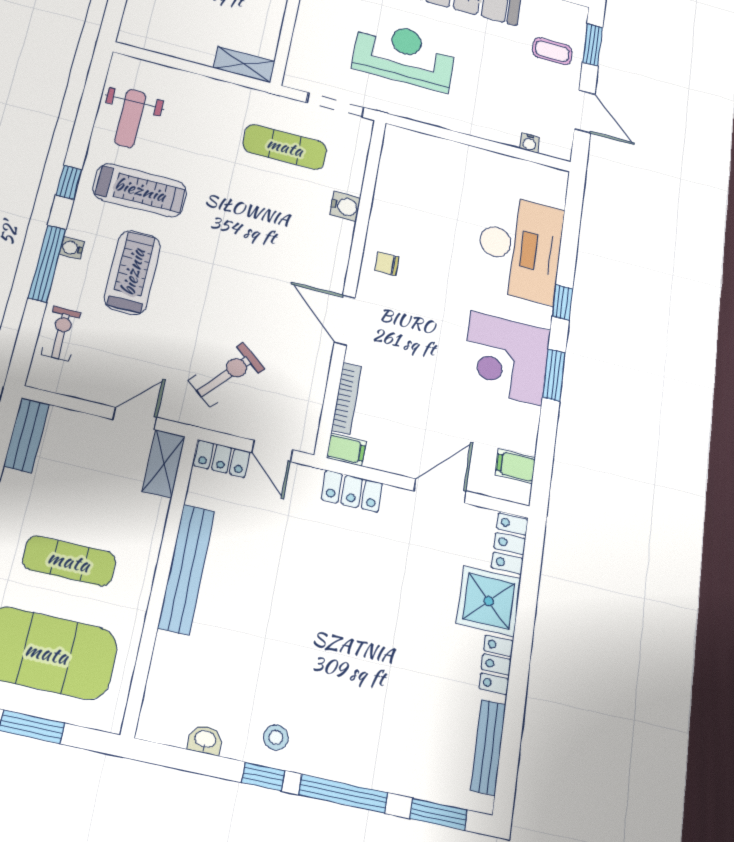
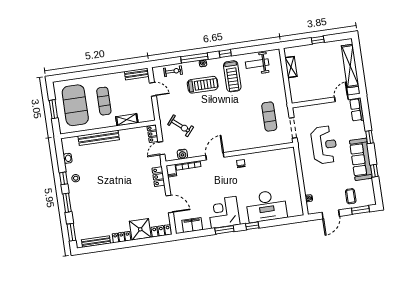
shelving: (244, 64) -> (291, 67), moved
water cooler: (345, 206) -> (182, 154), moved
door: (135, 418) -> (153, 89), moved
shelving: (164, 464) -> (127, 120), moved
filing cabinet: (515, 466) -> (192, 225), width x2.00
bench: (186, 569) -> (99, 138), moved
window: (343, 794) -> (67, 203), width x0.69

